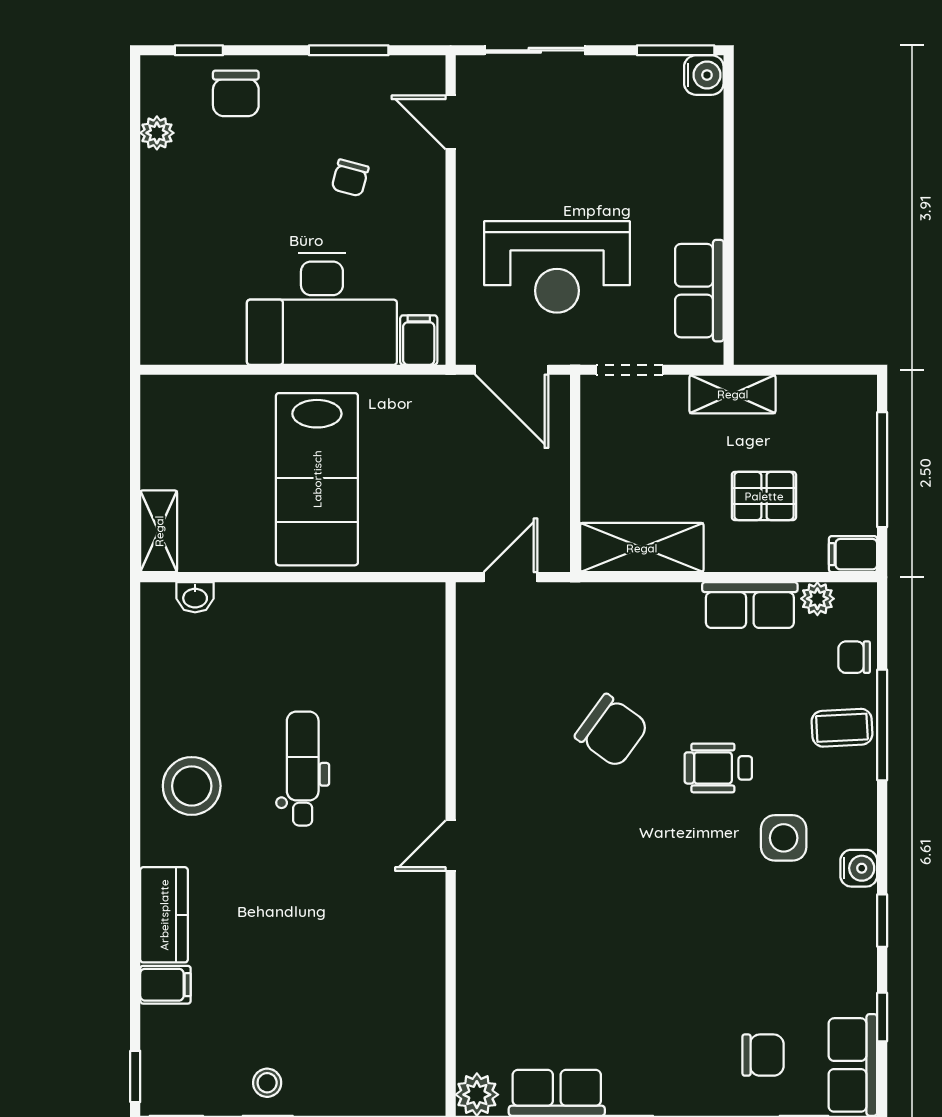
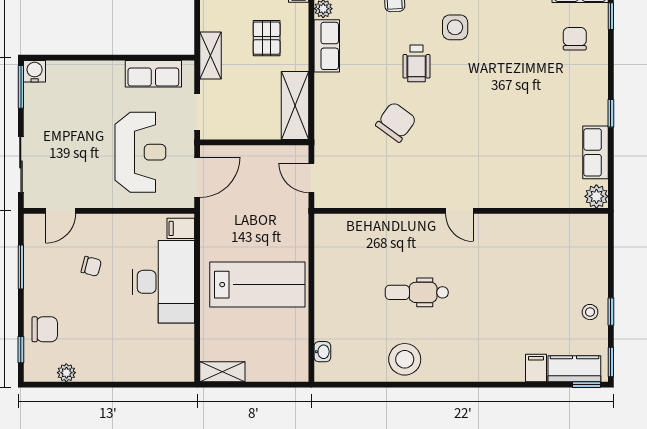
shelving: (159, 531) -> (222, 372), moved
stool: (192, 786) -> (405, 359), moved
kitchen counter: (164, 915) -> (574, 369), moved

